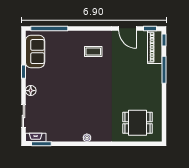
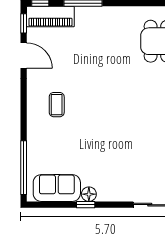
door: (128, 28) -> (24, 56), hinge flipped
floor lamp: (31, 91) -> (89, 194), moved

